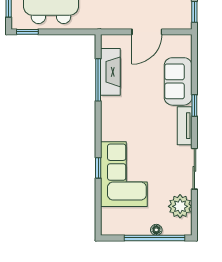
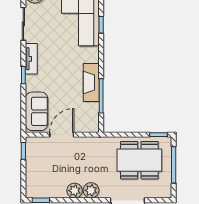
fireplace: (110, 72) -> (91, 83), moved
sofa: (178, 81) -> (37, 111), moved

